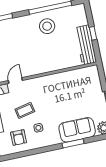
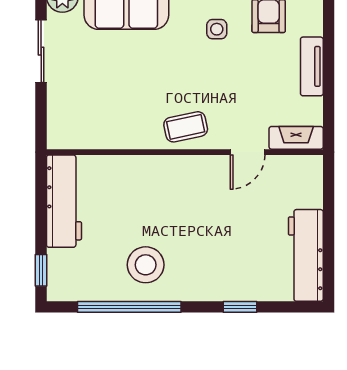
window: (93, 33) -> (41, 270), moved
coffee table: (25, 110) -> (186, 127), moved

